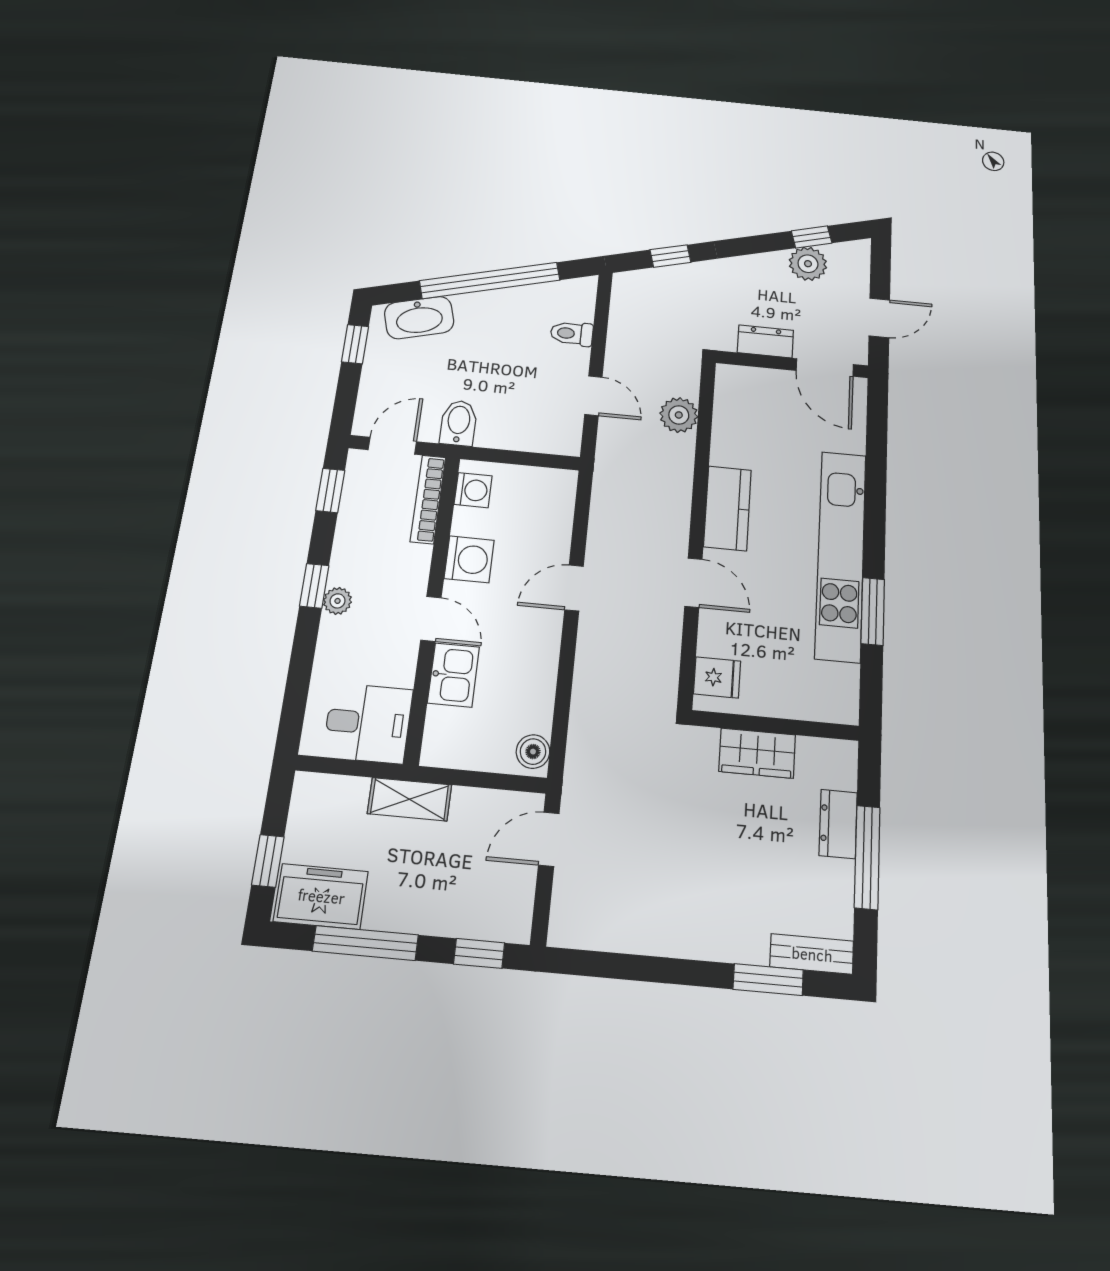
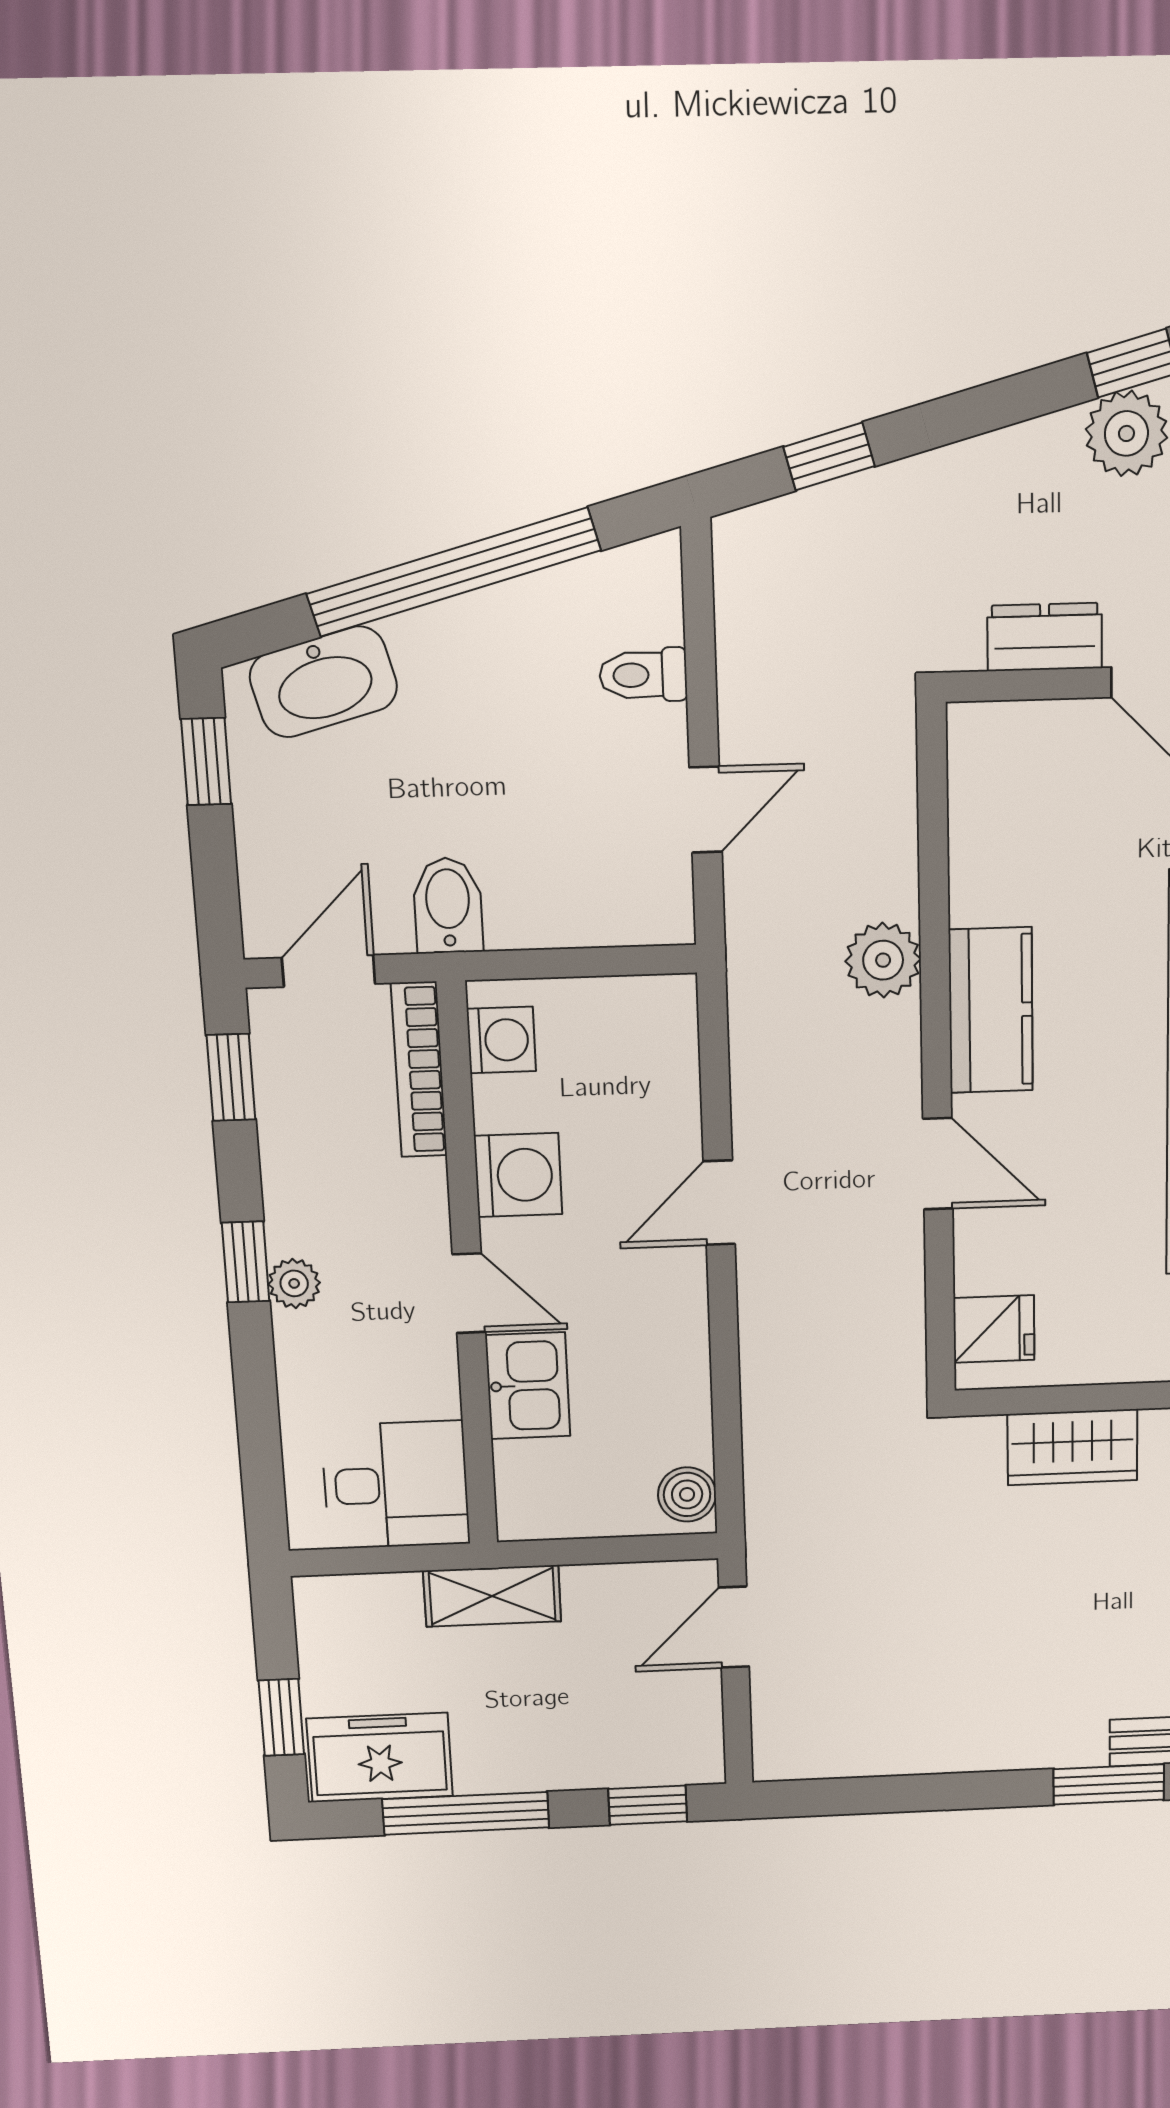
door: (593, 396) -> (706, 810), hinge flipped
plant: (679, 415) -> (883, 960), moved

